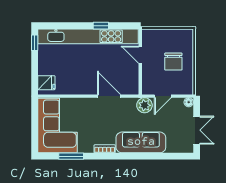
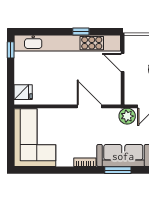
window: (71, 156) -> (118, 170), moved

